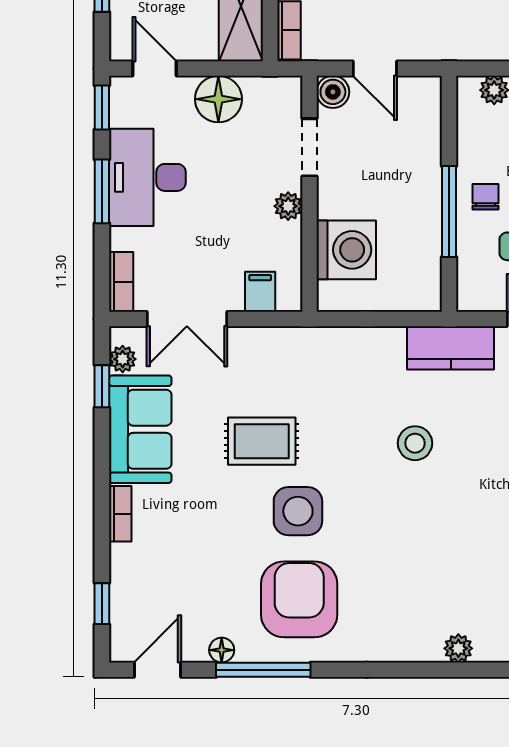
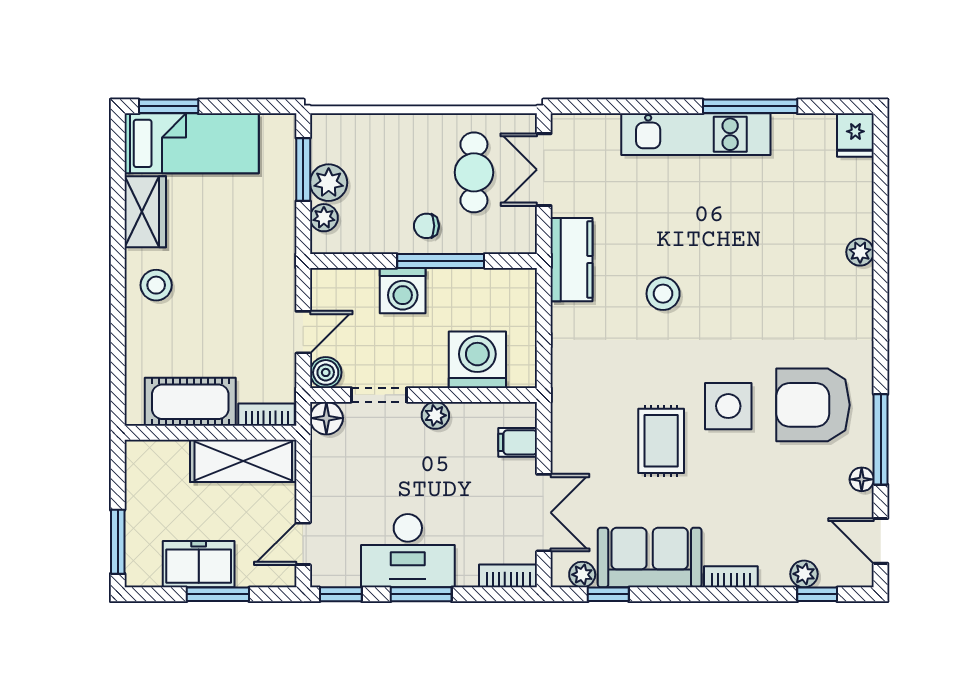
floor lamp: (218, 99) -> (326, 418), moved, width x0.73, depth x0.73
washing machine: (418, 172) -> (403, 291), added
plant: (123, 590) -> (804, 574), added

